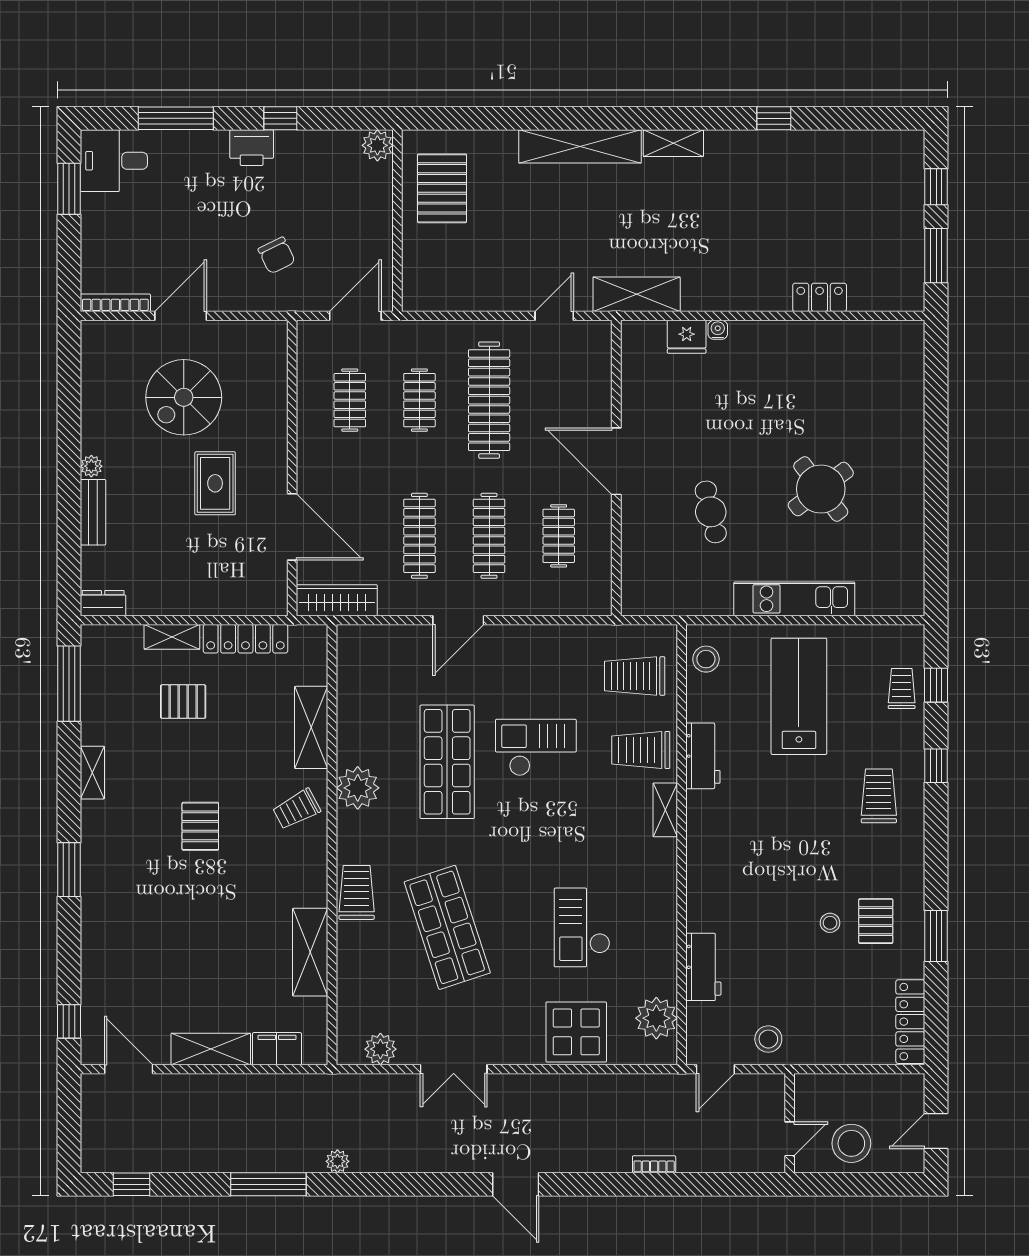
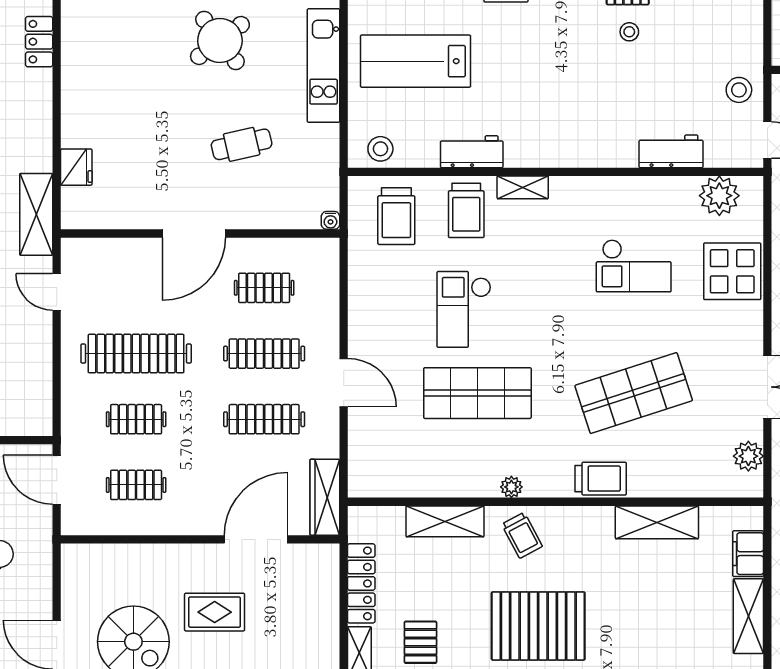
water cooler: (718, 330) -> (330, 220), moved, turned -90
plant: (358, 788) -> (511, 487), width x0.53, depth x0.53
pallet: (200, 826) -> (538, 626), width x2.05, depth x2.00
trolley: (357, 892) -> (601, 479), turned 180

